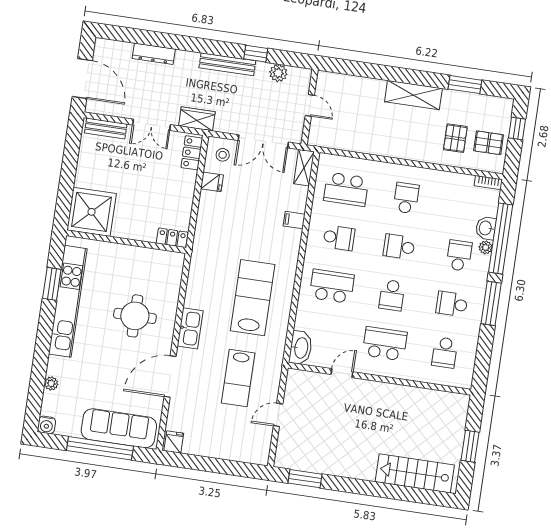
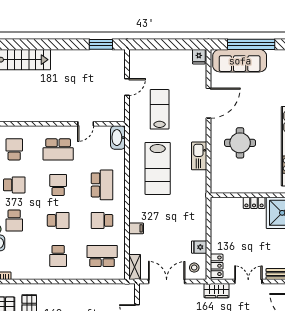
locker: (172, 238) -> (254, 203), moved
school desk: (332, 286) -> (102, 185), turned -90
kitchen sink: (190, 328) -> (199, 156), moved

